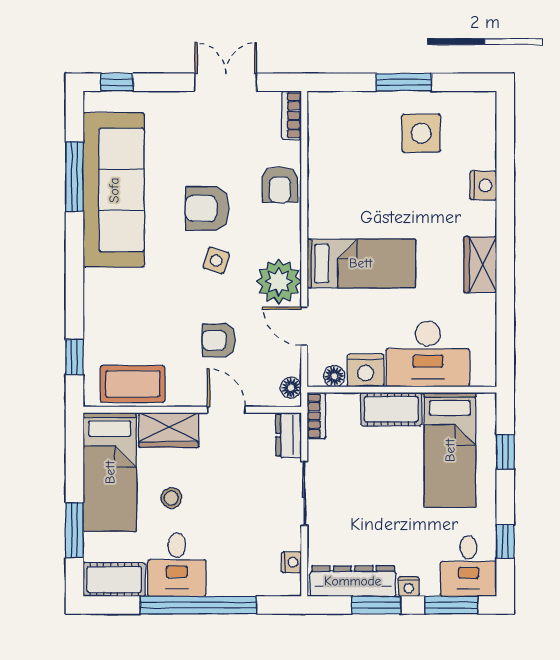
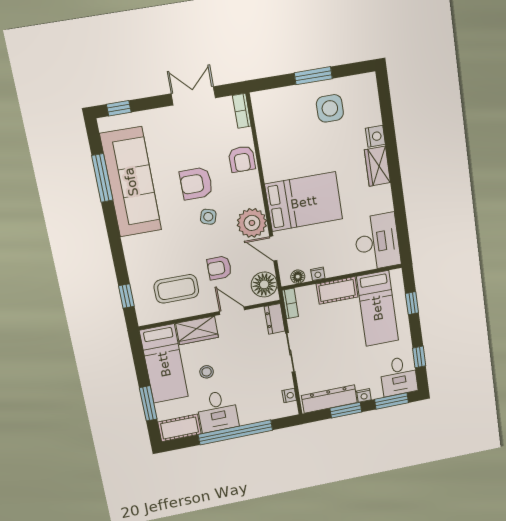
bed: (361, 263) -> (304, 202), width x1.50
wardrobe: (480, 265) -> (377, 166), moved
desk: (428, 354) -> (377, 242), moved, turned -90
nightstand: (366, 370) -> (318, 274), width x0.53, depth x0.56
coffee table: (133, 384) -> (176, 289), moved
floor lamp: (291, 388) -> (264, 284), width x1.89, depth x1.89

